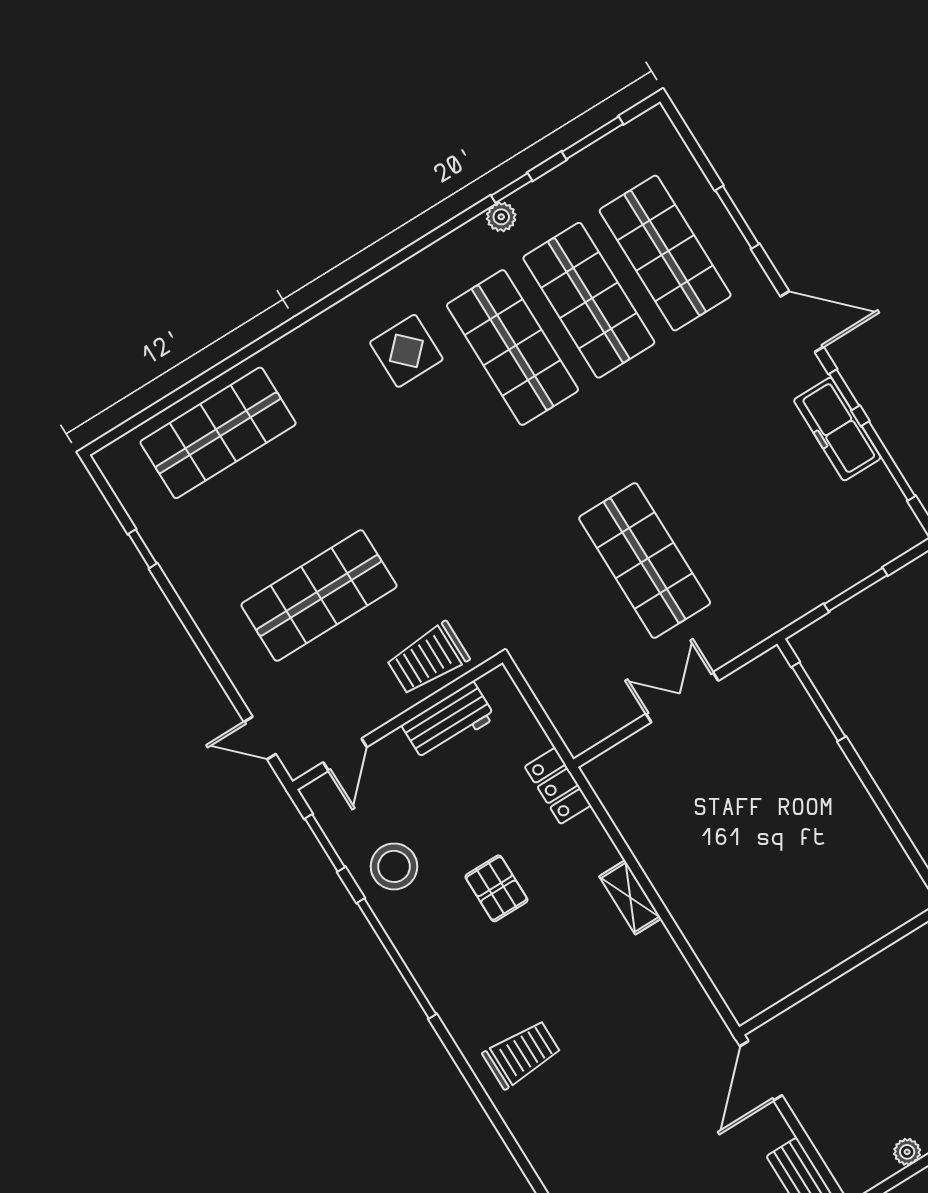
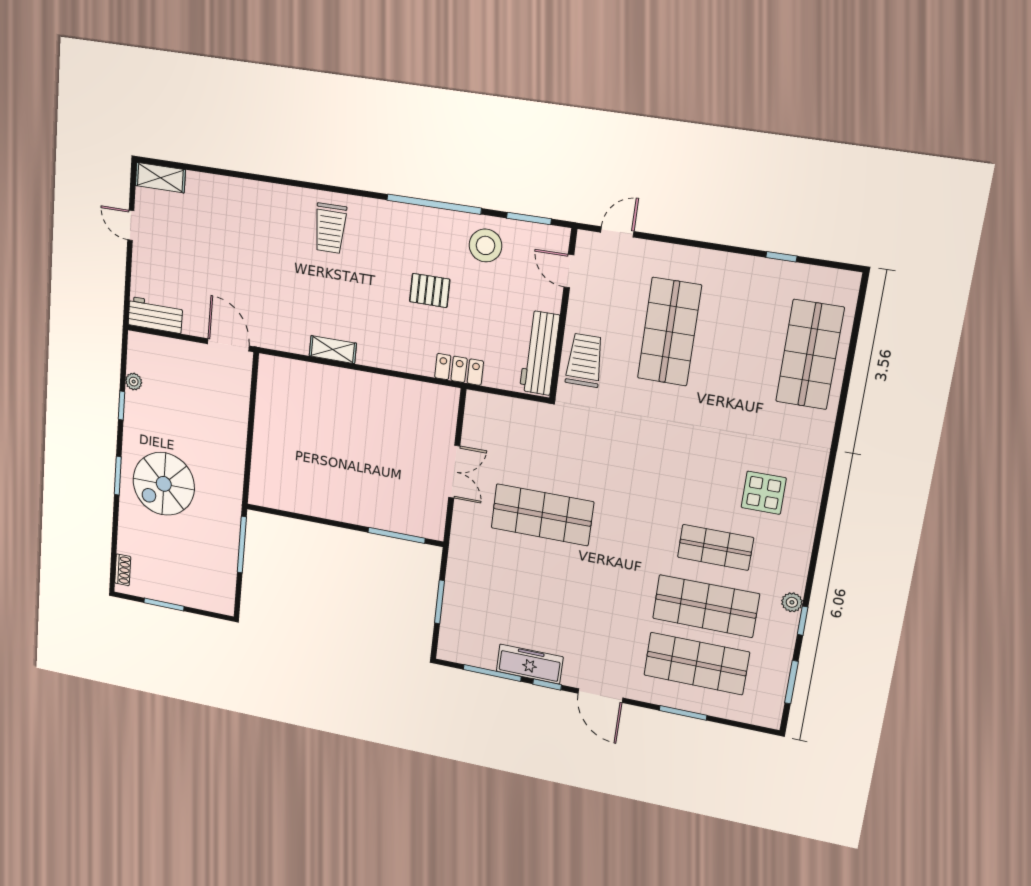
door: (802, 322) -> (600, 696), hinge flipped
shop shelf: (513, 348) -> (715, 547), width x0.70, depth x0.74
workbench: (448, 721) -> (540, 353), width x1.37
shelving: (630, 897) -> (333, 350), moved

